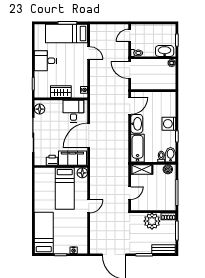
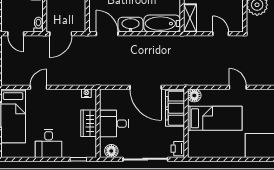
desk: (73, 111) -> (114, 124), moved
printer: (52, 160) -> (178, 149), moved

